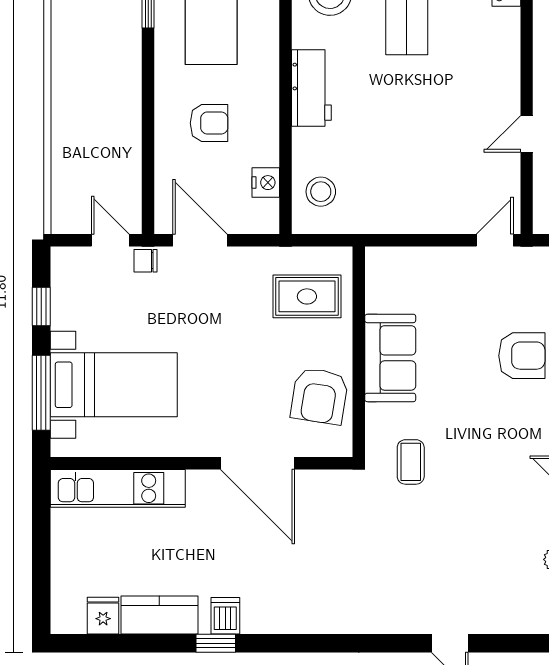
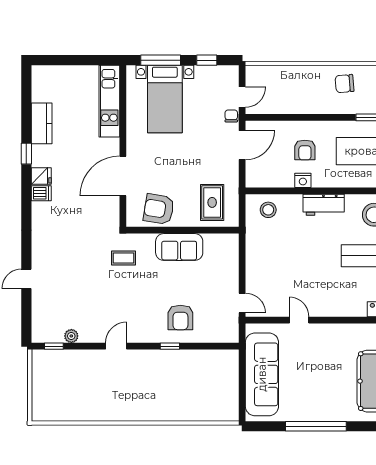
chair: (85, 49) -> (345, 84), added
nightstand: (266, 183) -> (303, 180), moved
fridge: (103, 616) -> (41, 176), moved
dishwasher: (225, 616) -> (41, 193), moved

